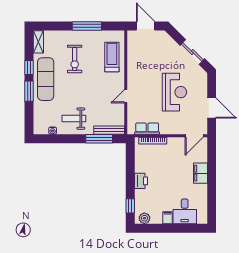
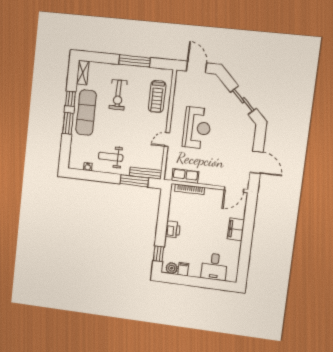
treadmill: (112, 57) -> (157, 97), turned 180
reception desk: (175, 92) -> (197, 128), moved
filing cabinet: (168, 218) -> (183, 269), moved

